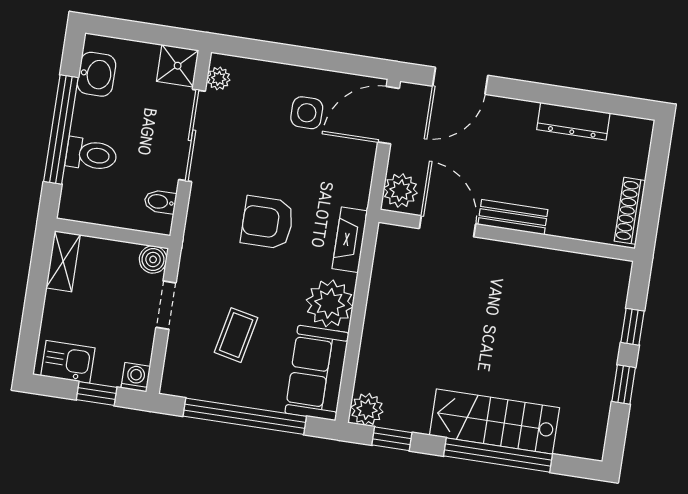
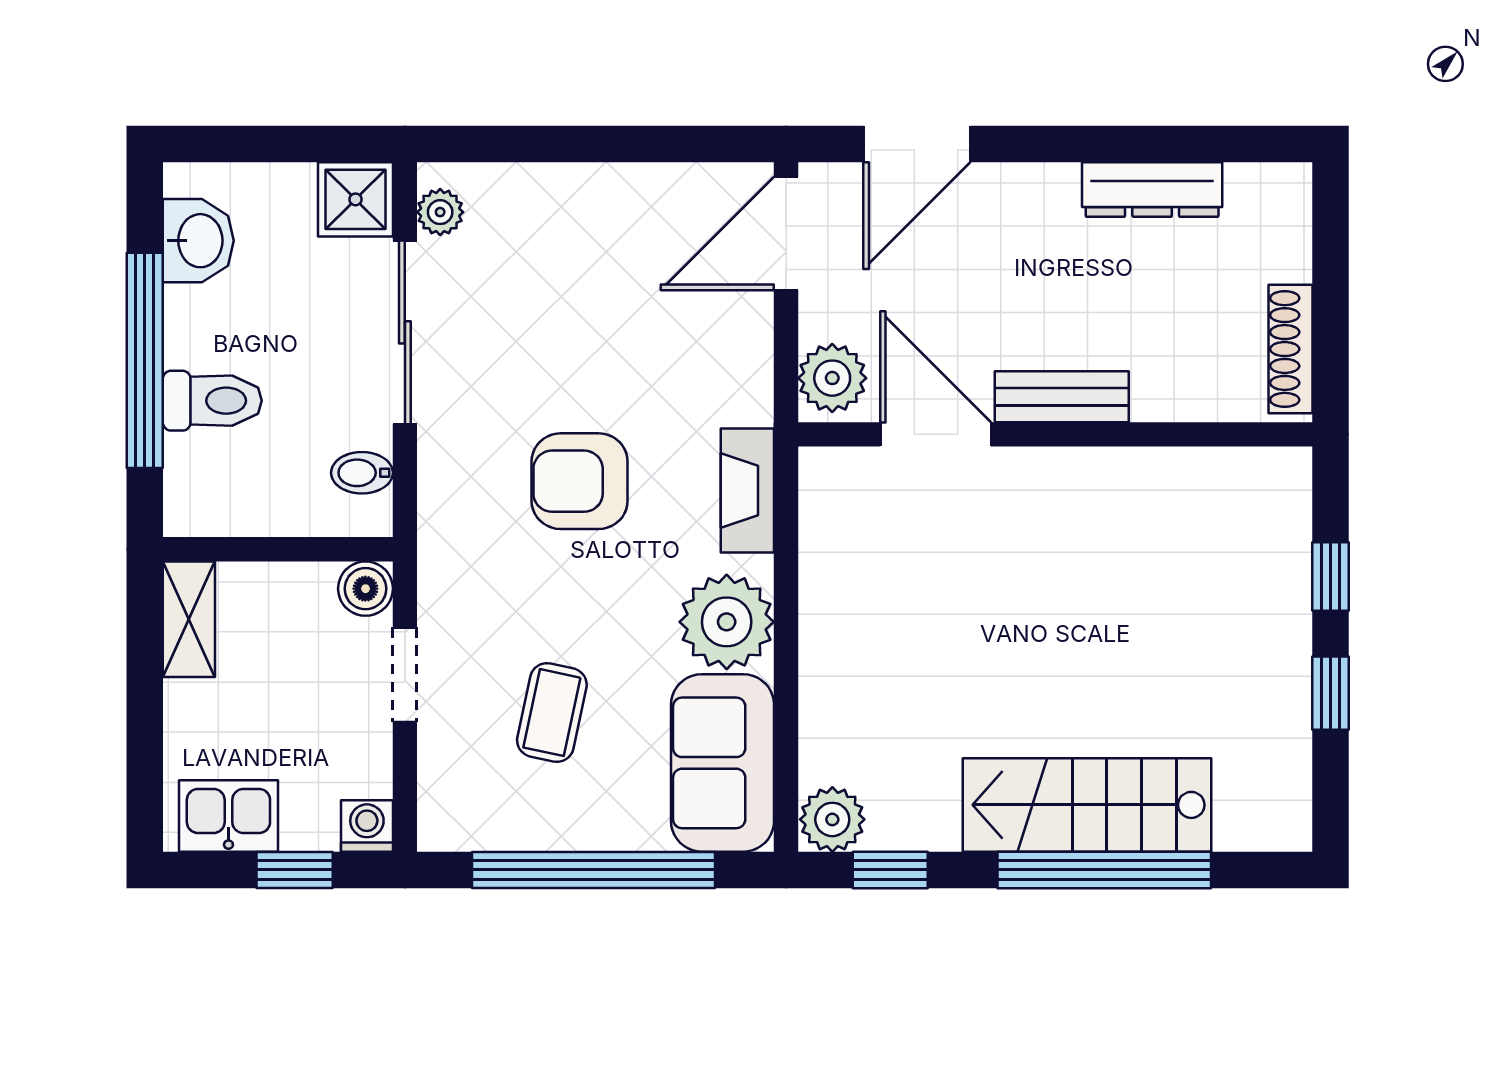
side table: (307, 113) -> (624, 253), removed

